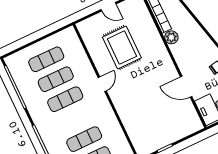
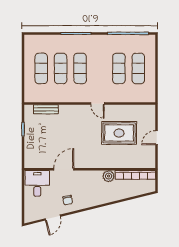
exercise mat: (65, 99) -> (80, 68), moved
bench: (133, 134) -> (46, 109), added

